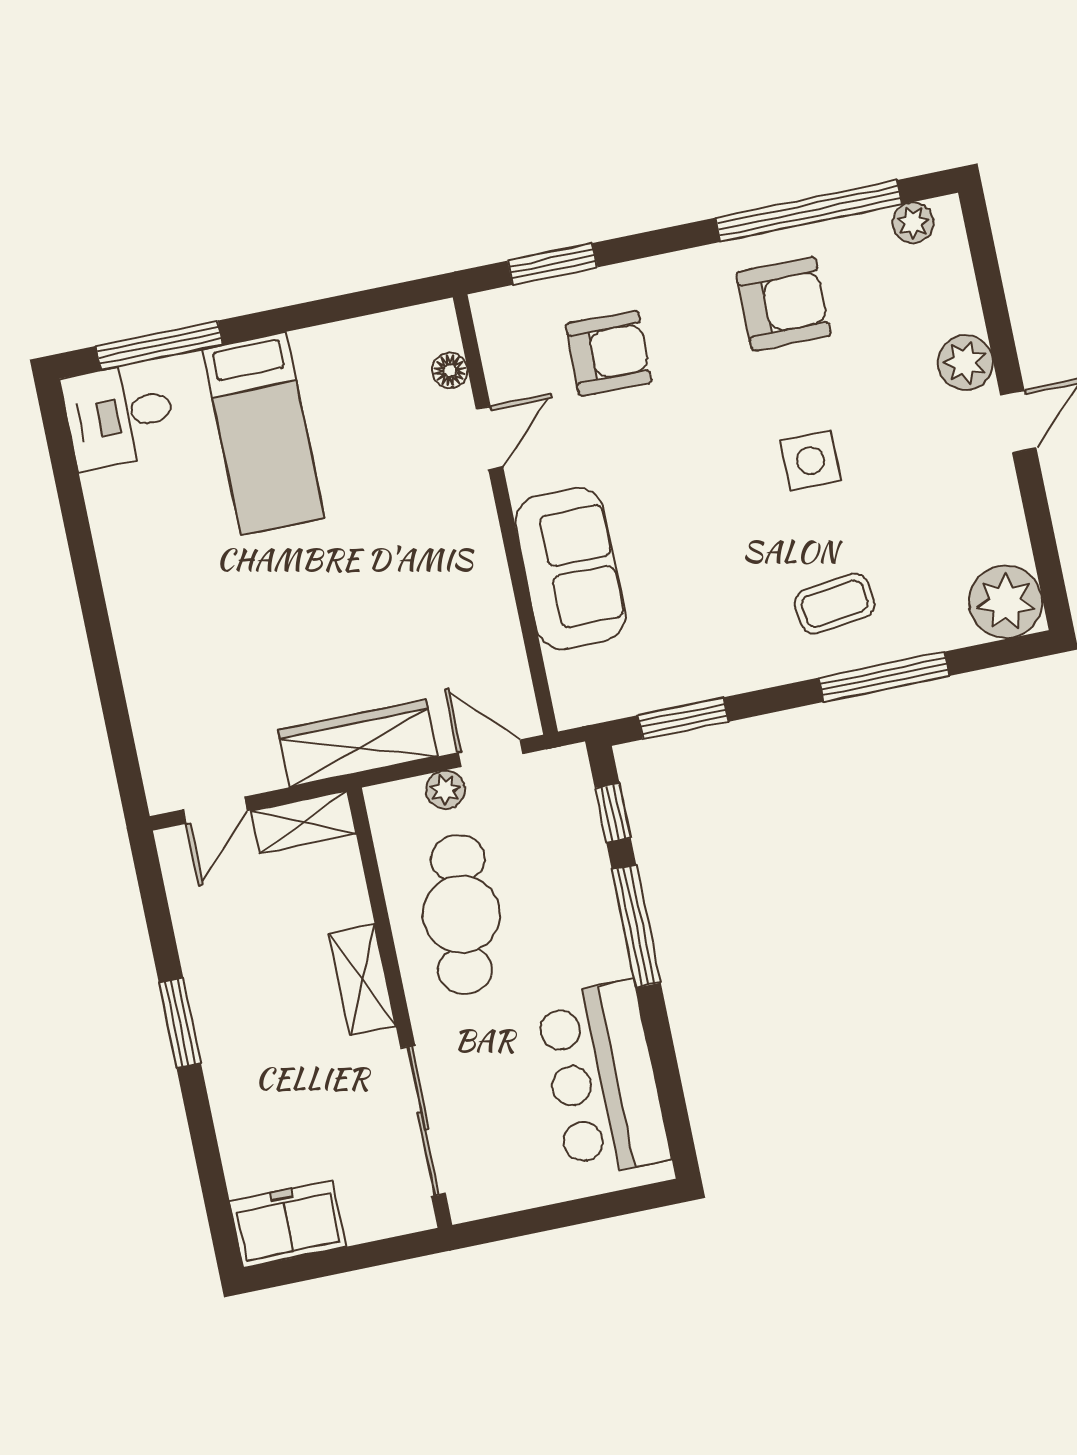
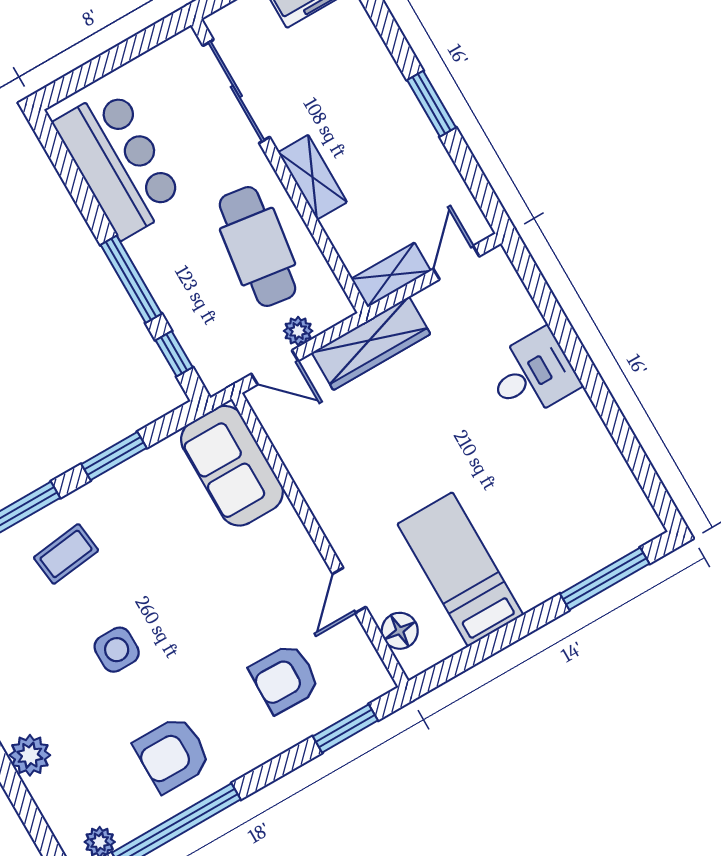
floor lamp: (450, 370) -> (400, 631), width x1.37, depth x1.37
desk: (120, 415) -> (533, 374), moved
bed: (263, 434) -> (460, 569), moved
sofa: (570, 569) -> (232, 466), moved
window: (683, 718) -> (114, 456), moved

